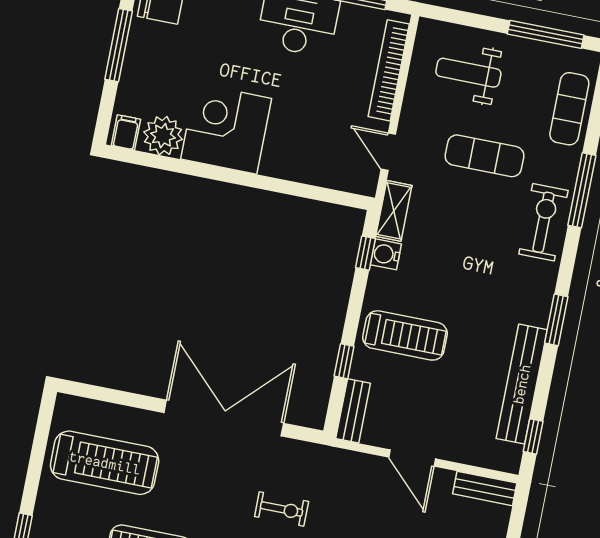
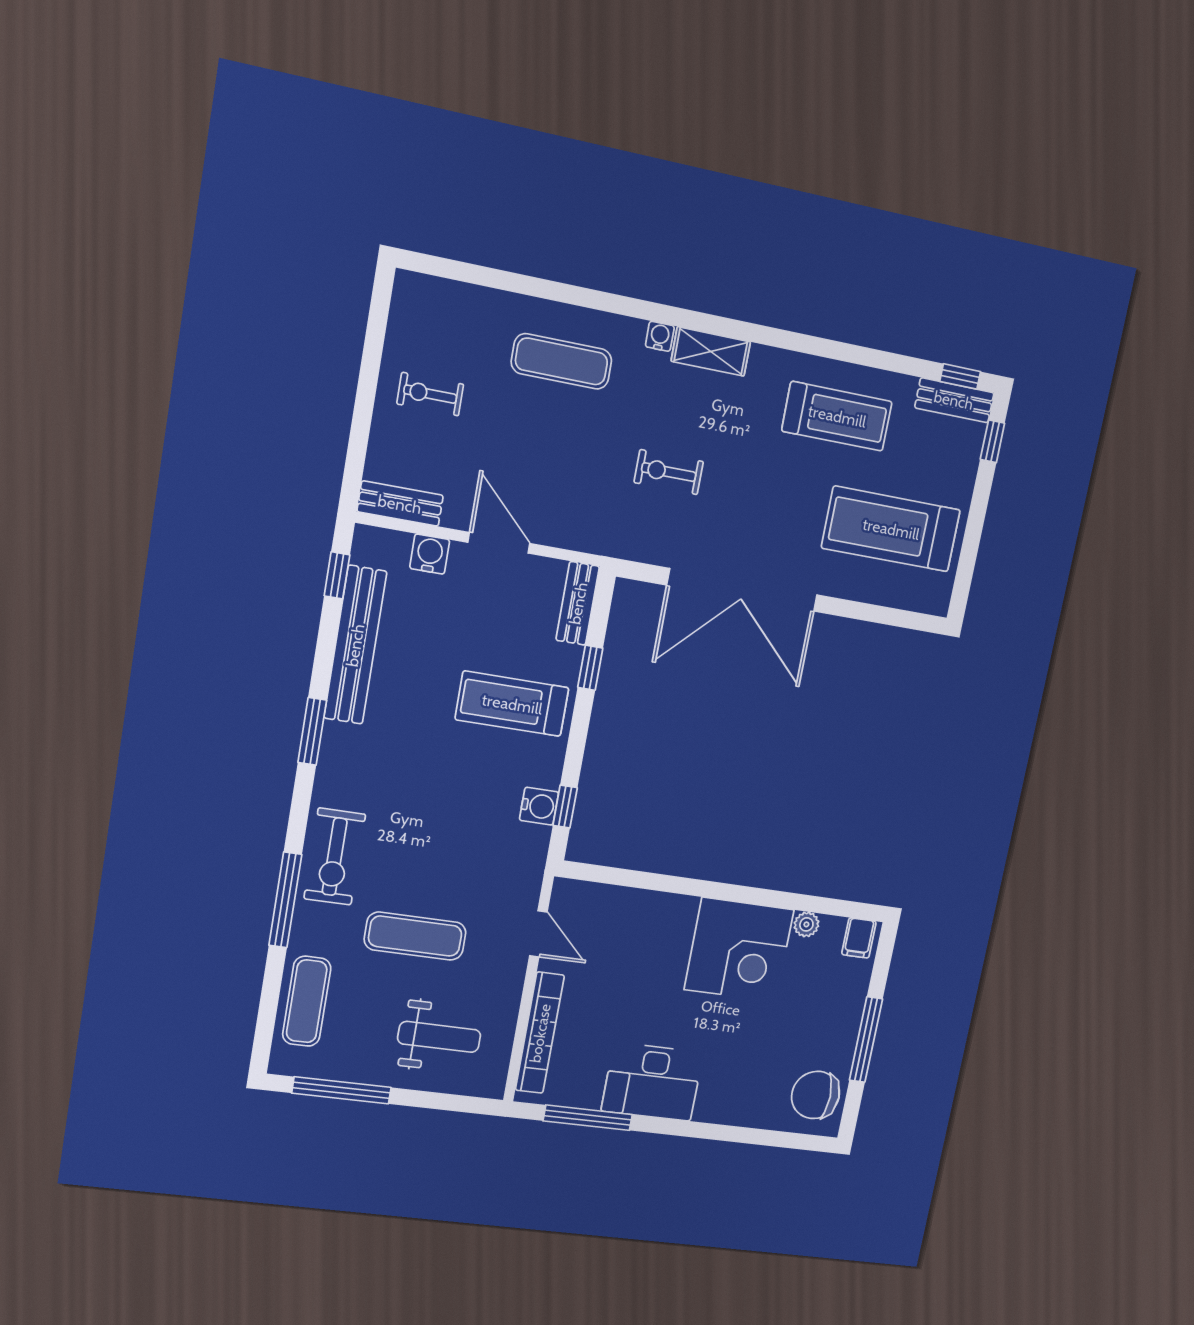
plant: (163, 136) -> (806, 924), width x0.53, depth x0.53
shelving: (394, 211) -> (530, 861), removed
water cooler: (464, 451) -> (430, 554), added

